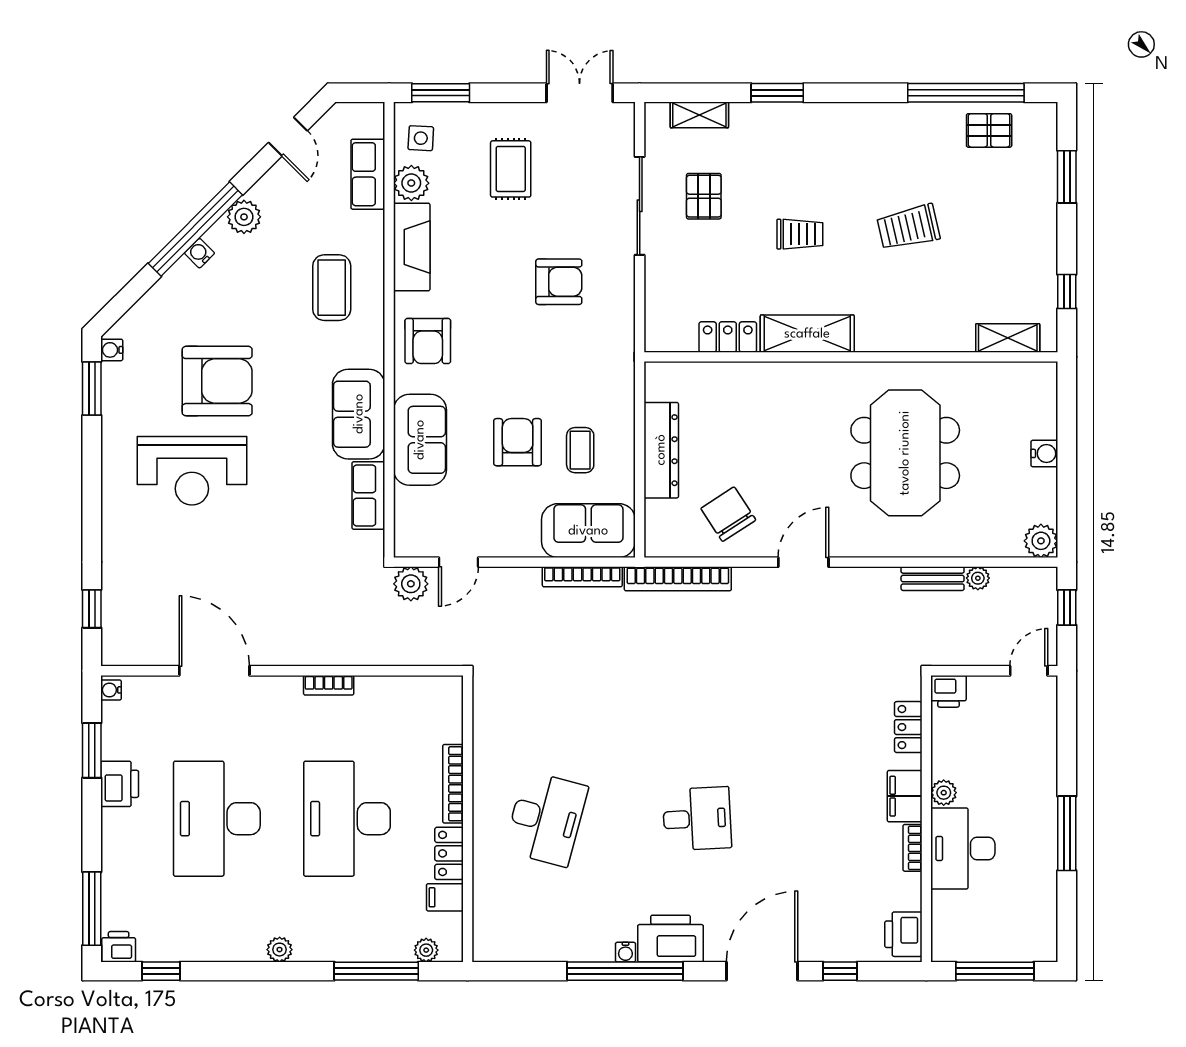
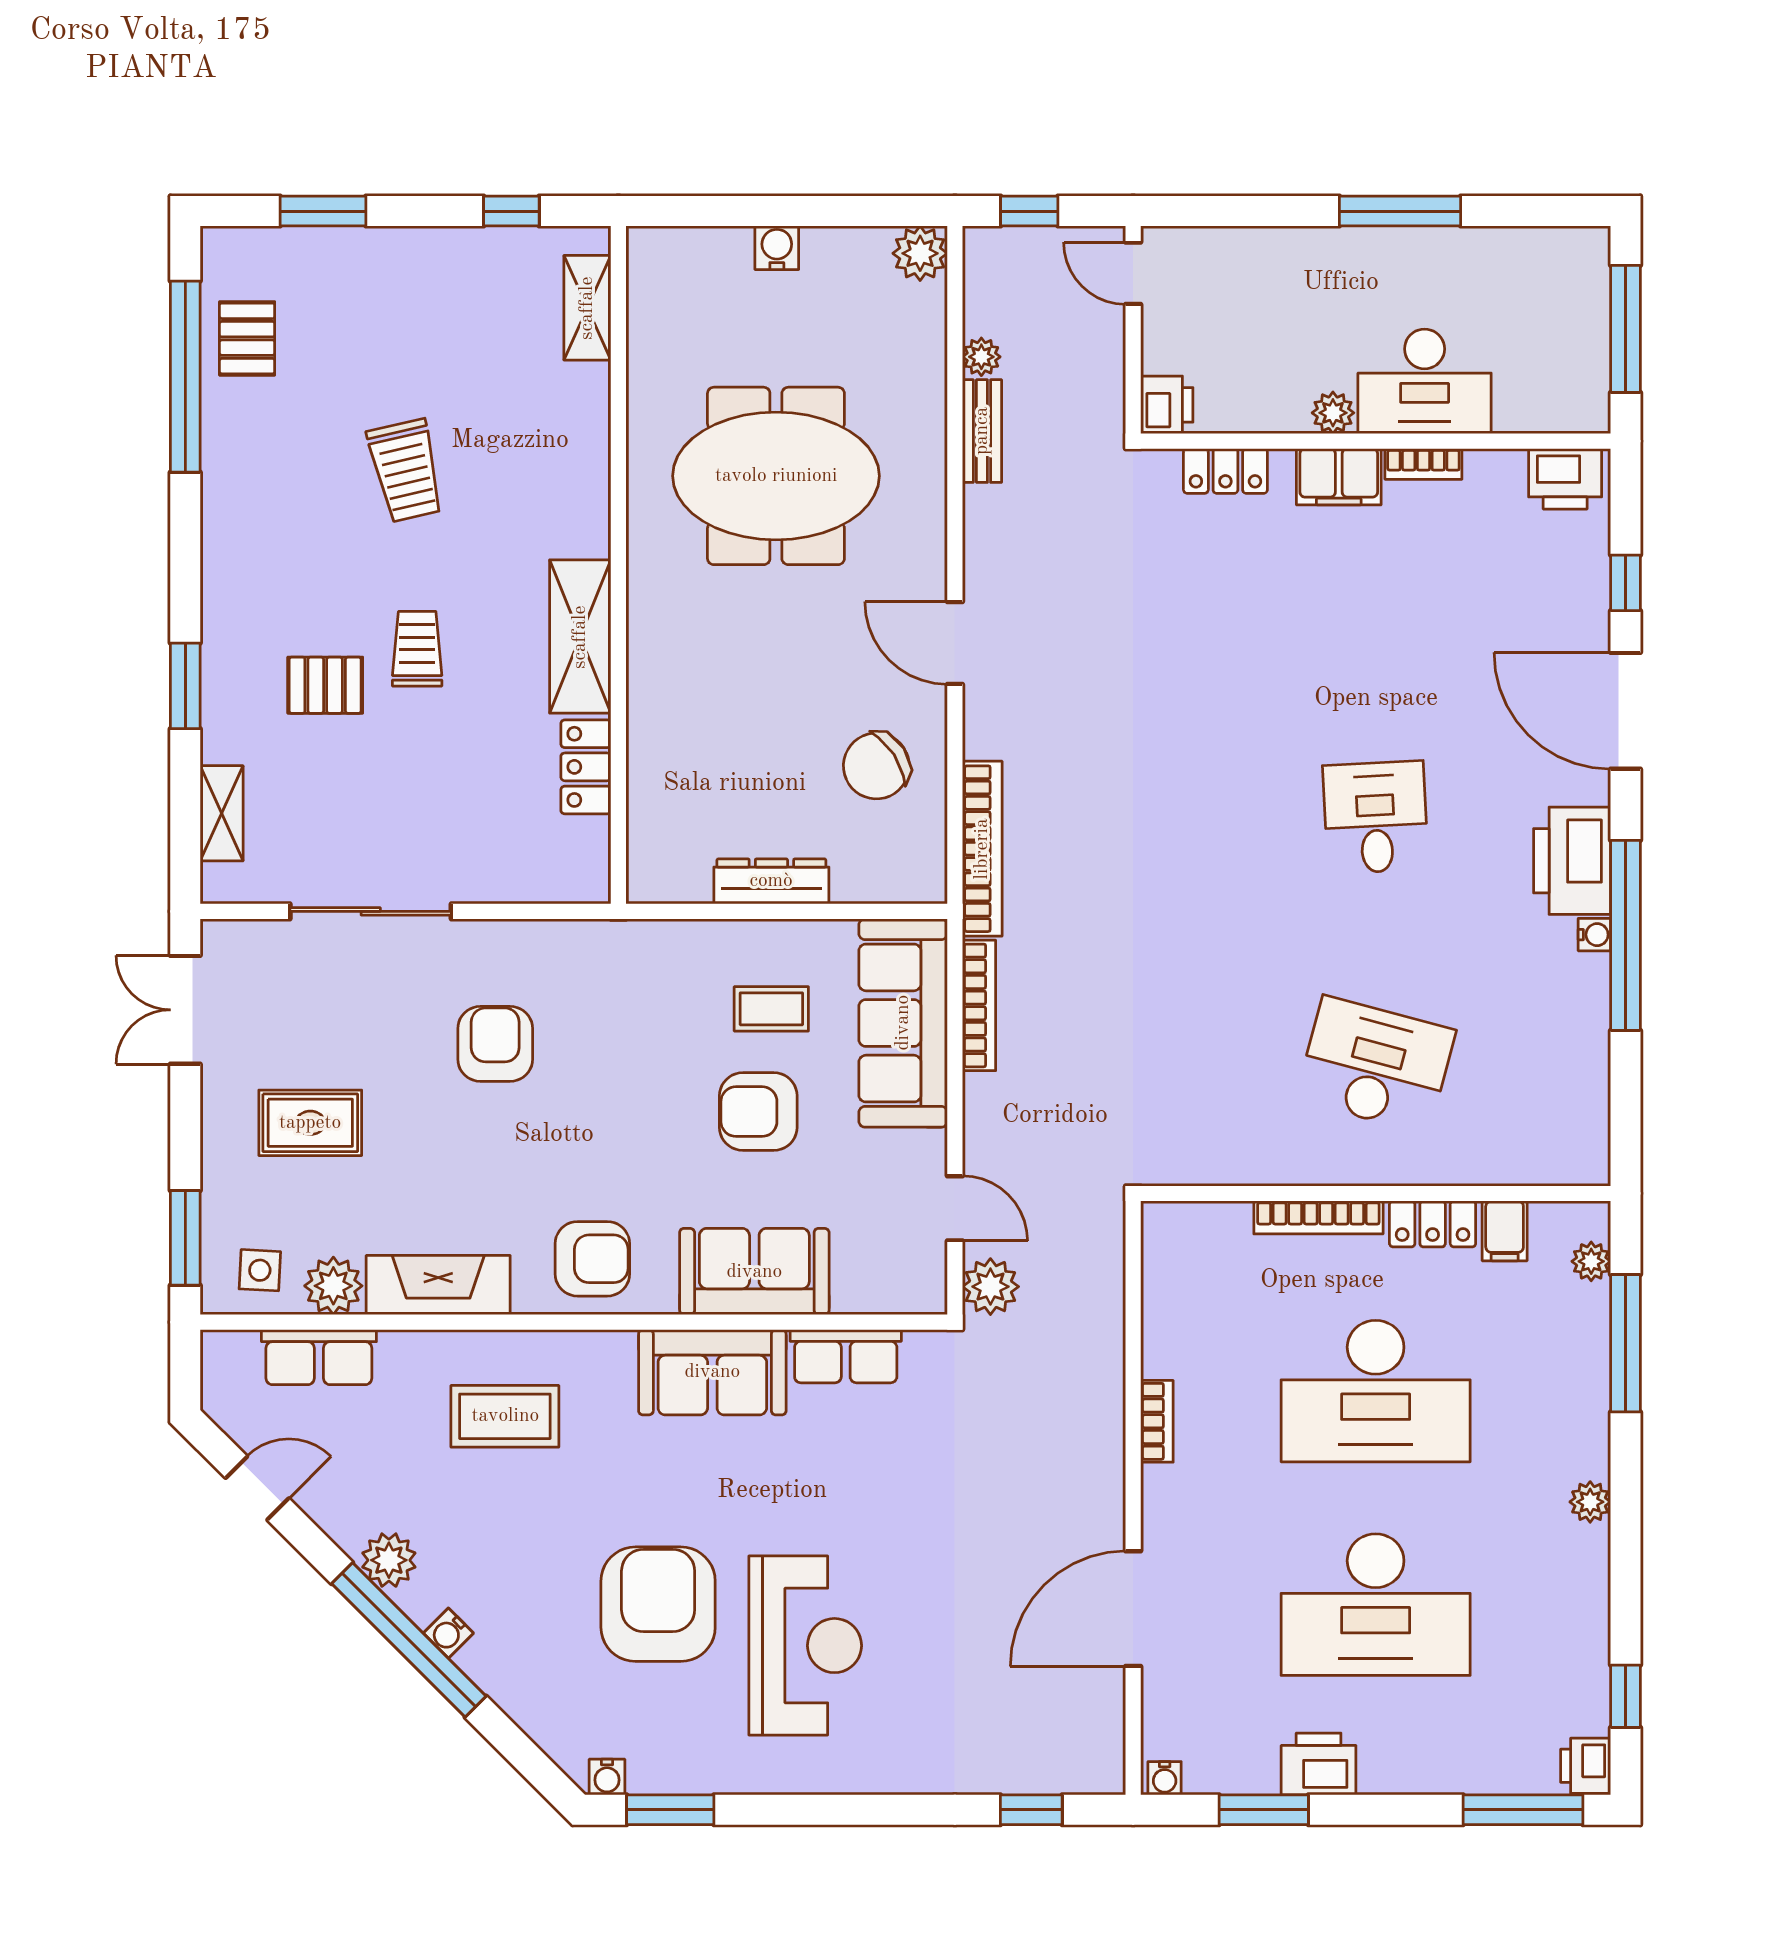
pallet: (704, 196) -> (325, 685), moved
dresser: (661, 450) -> (771, 881), width x0.73, depth x0.80
sofa: (588, 531) -> (903, 1023), width x1.36

